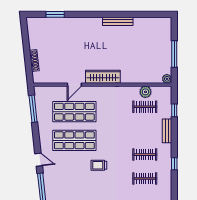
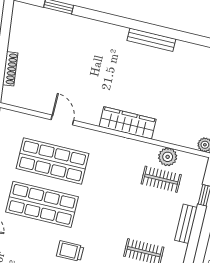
wardrobe: (103, 77) -> (128, 123), moved
door: (74, 85) -> (62, 120), swing flipped

